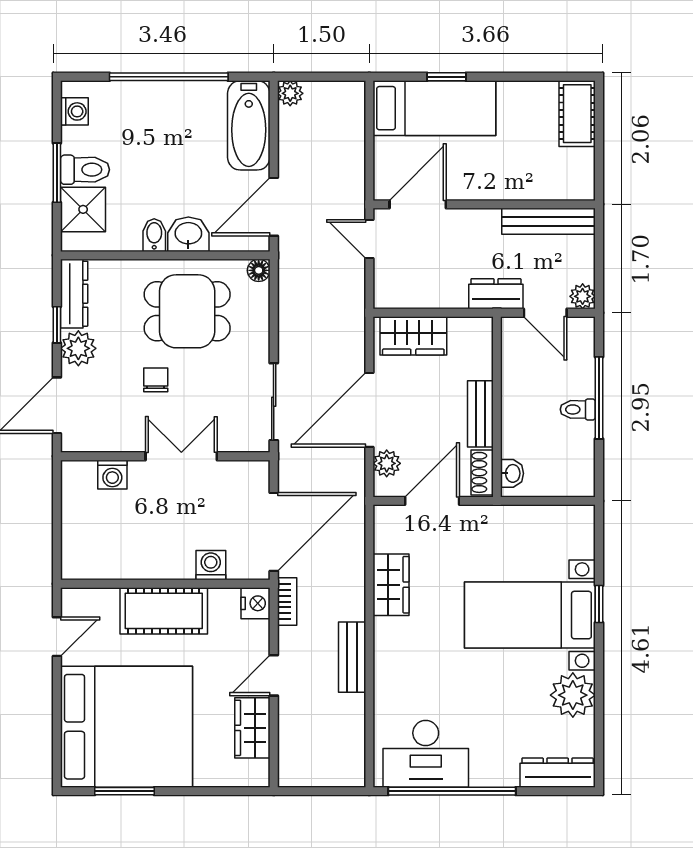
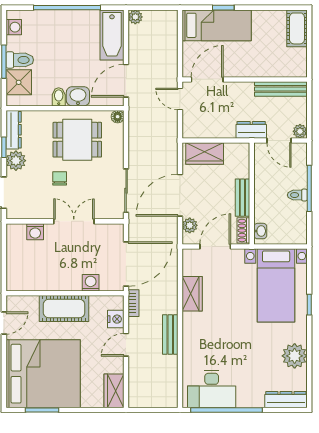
nightstand: (255, 603) -> (116, 319), moved
bed with nightstands: (530, 615) -> (276, 285), moved, turned -90
wardrobe: (252, 728) -> (114, 391), moved

